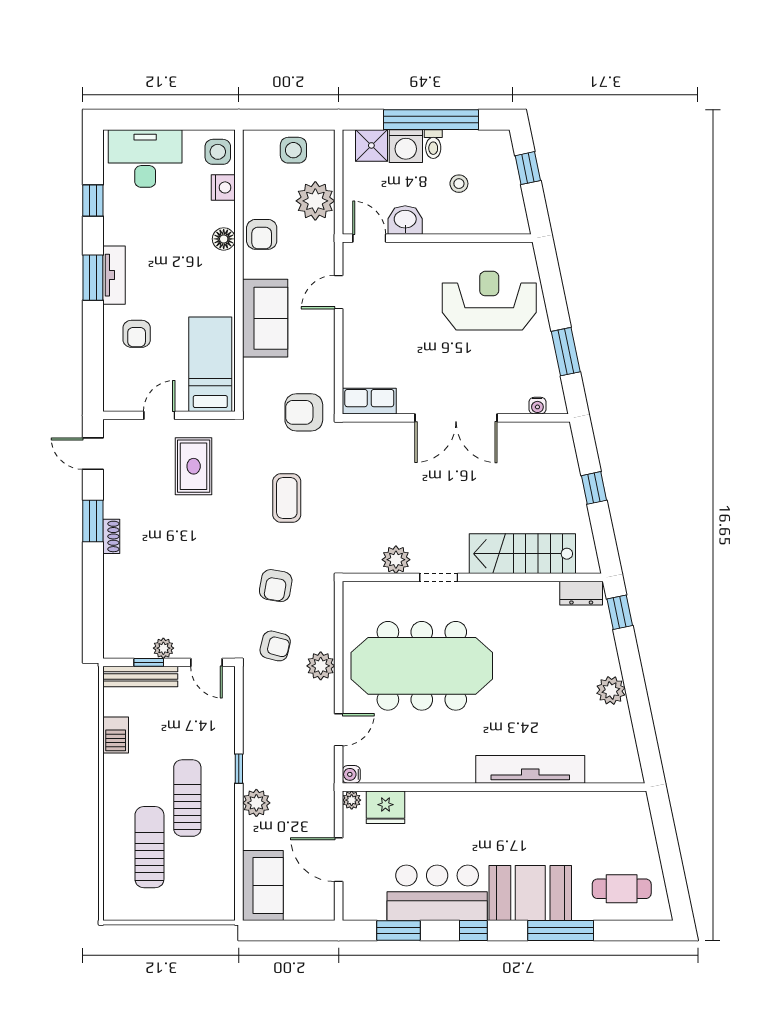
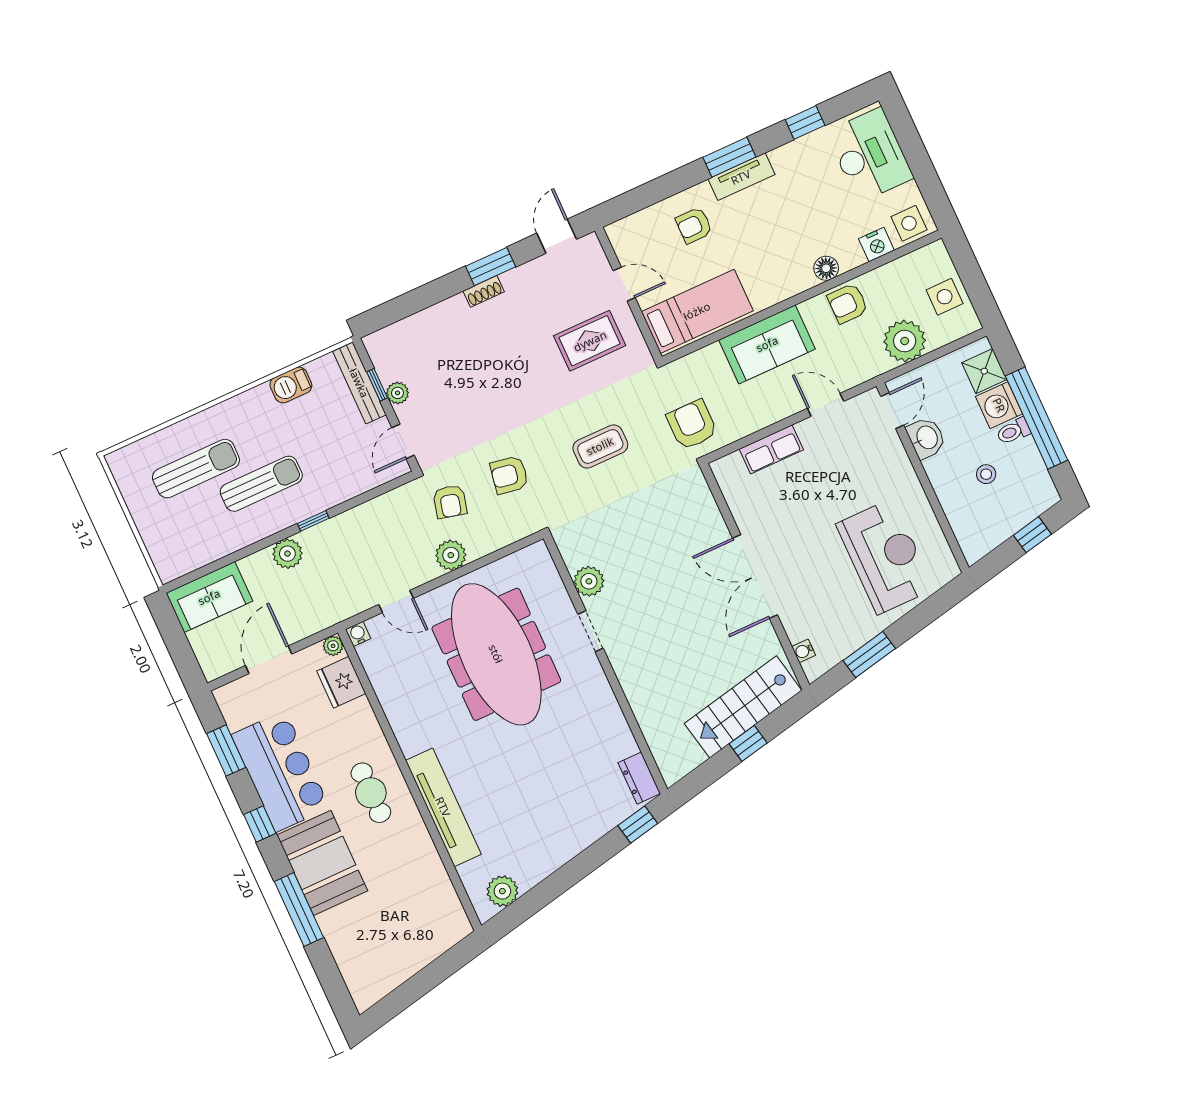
row of seats: (369, 401) -> (771, 449), moved, turned 90
stairs: (522, 554) -> (743, 707), moved, turned -102
plant: (611, 690) -> (502, 891), moved
cafe table: (622, 889) -> (371, 793), moved

